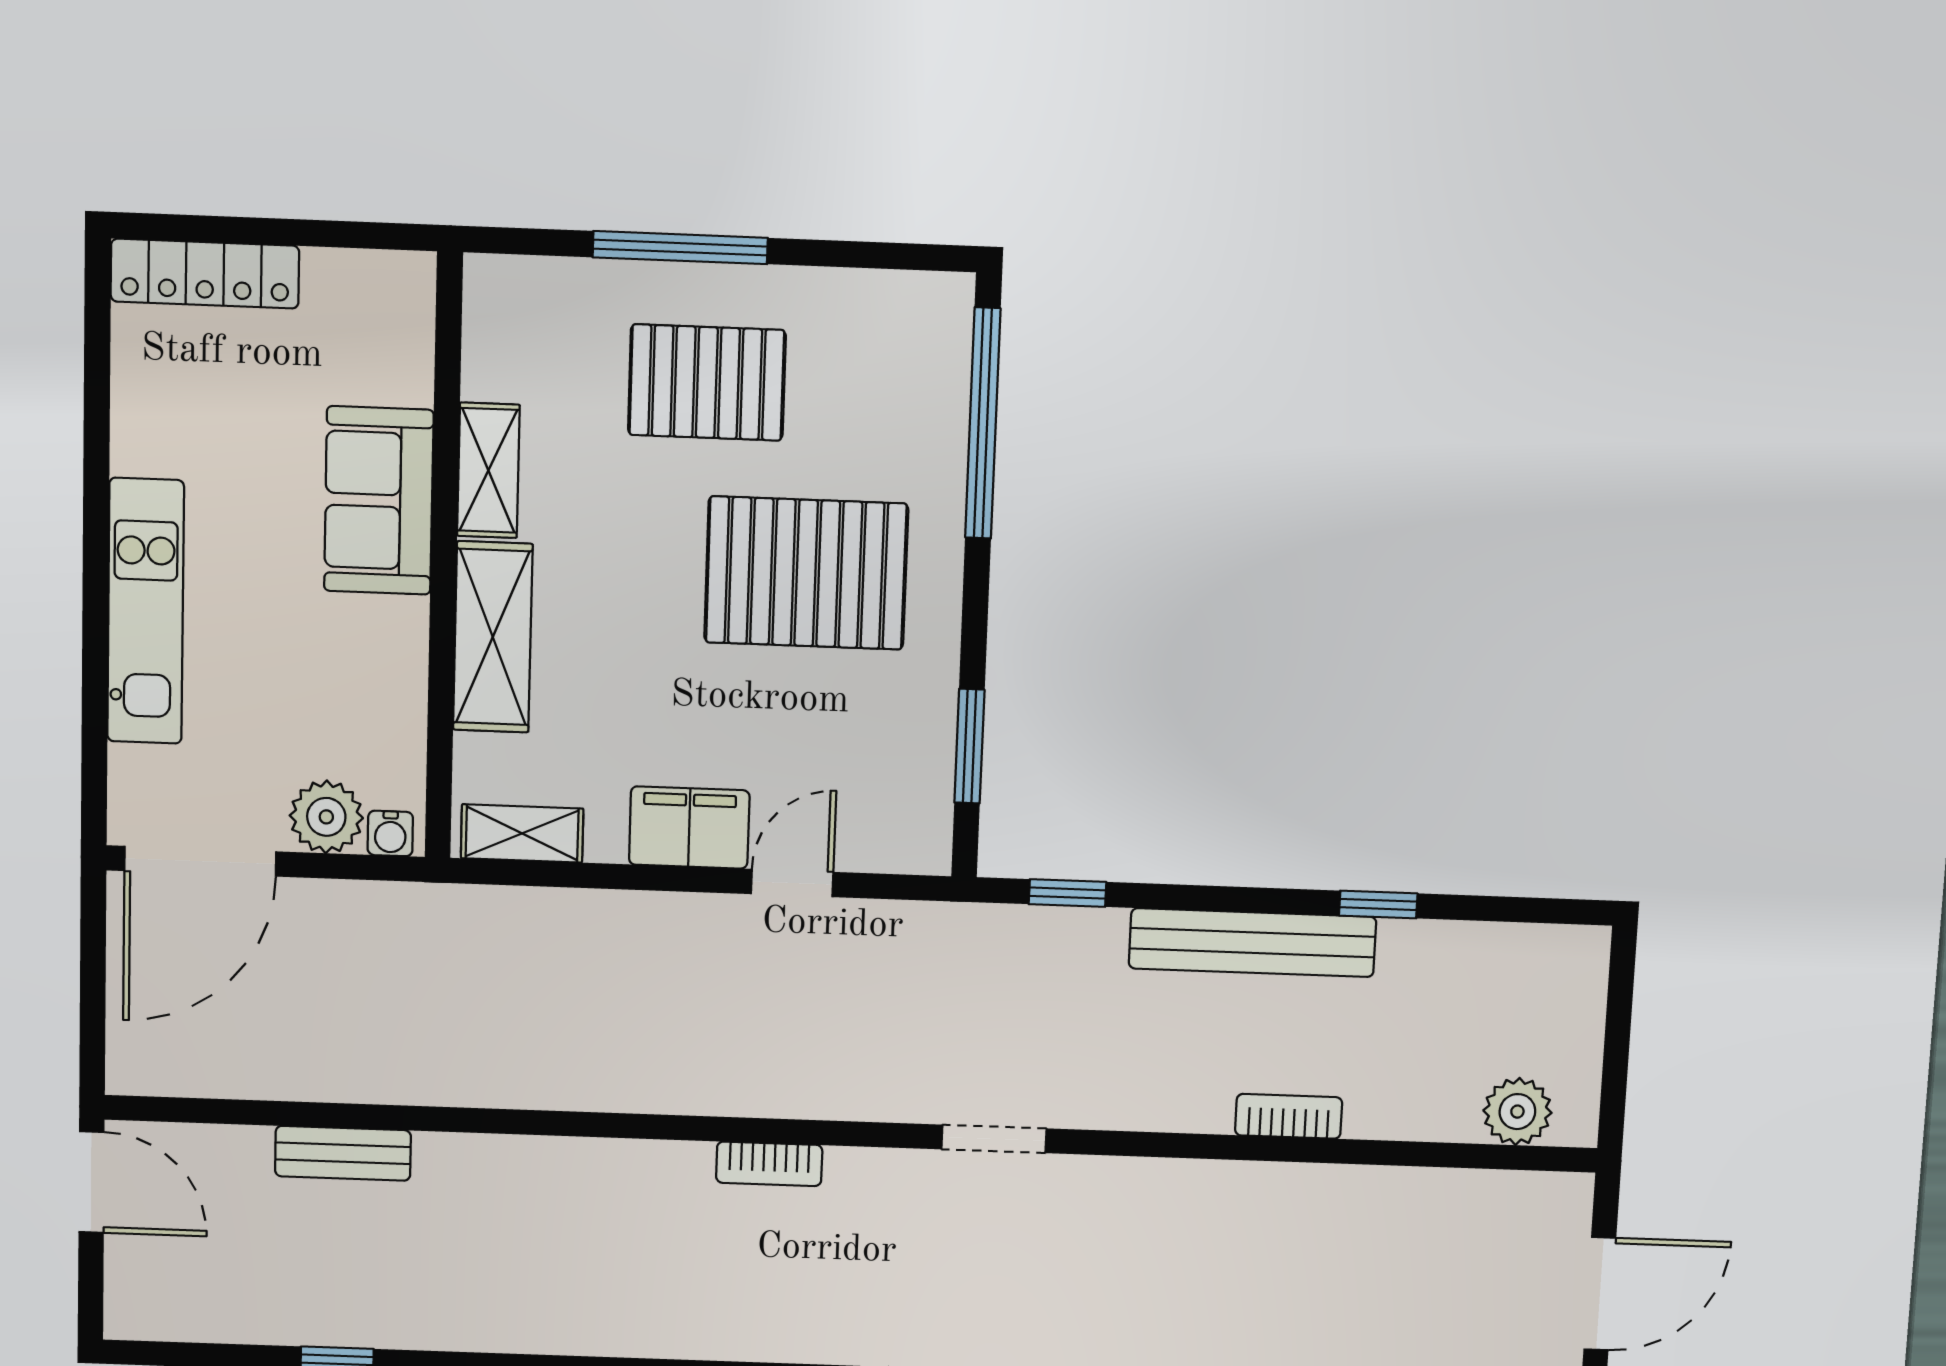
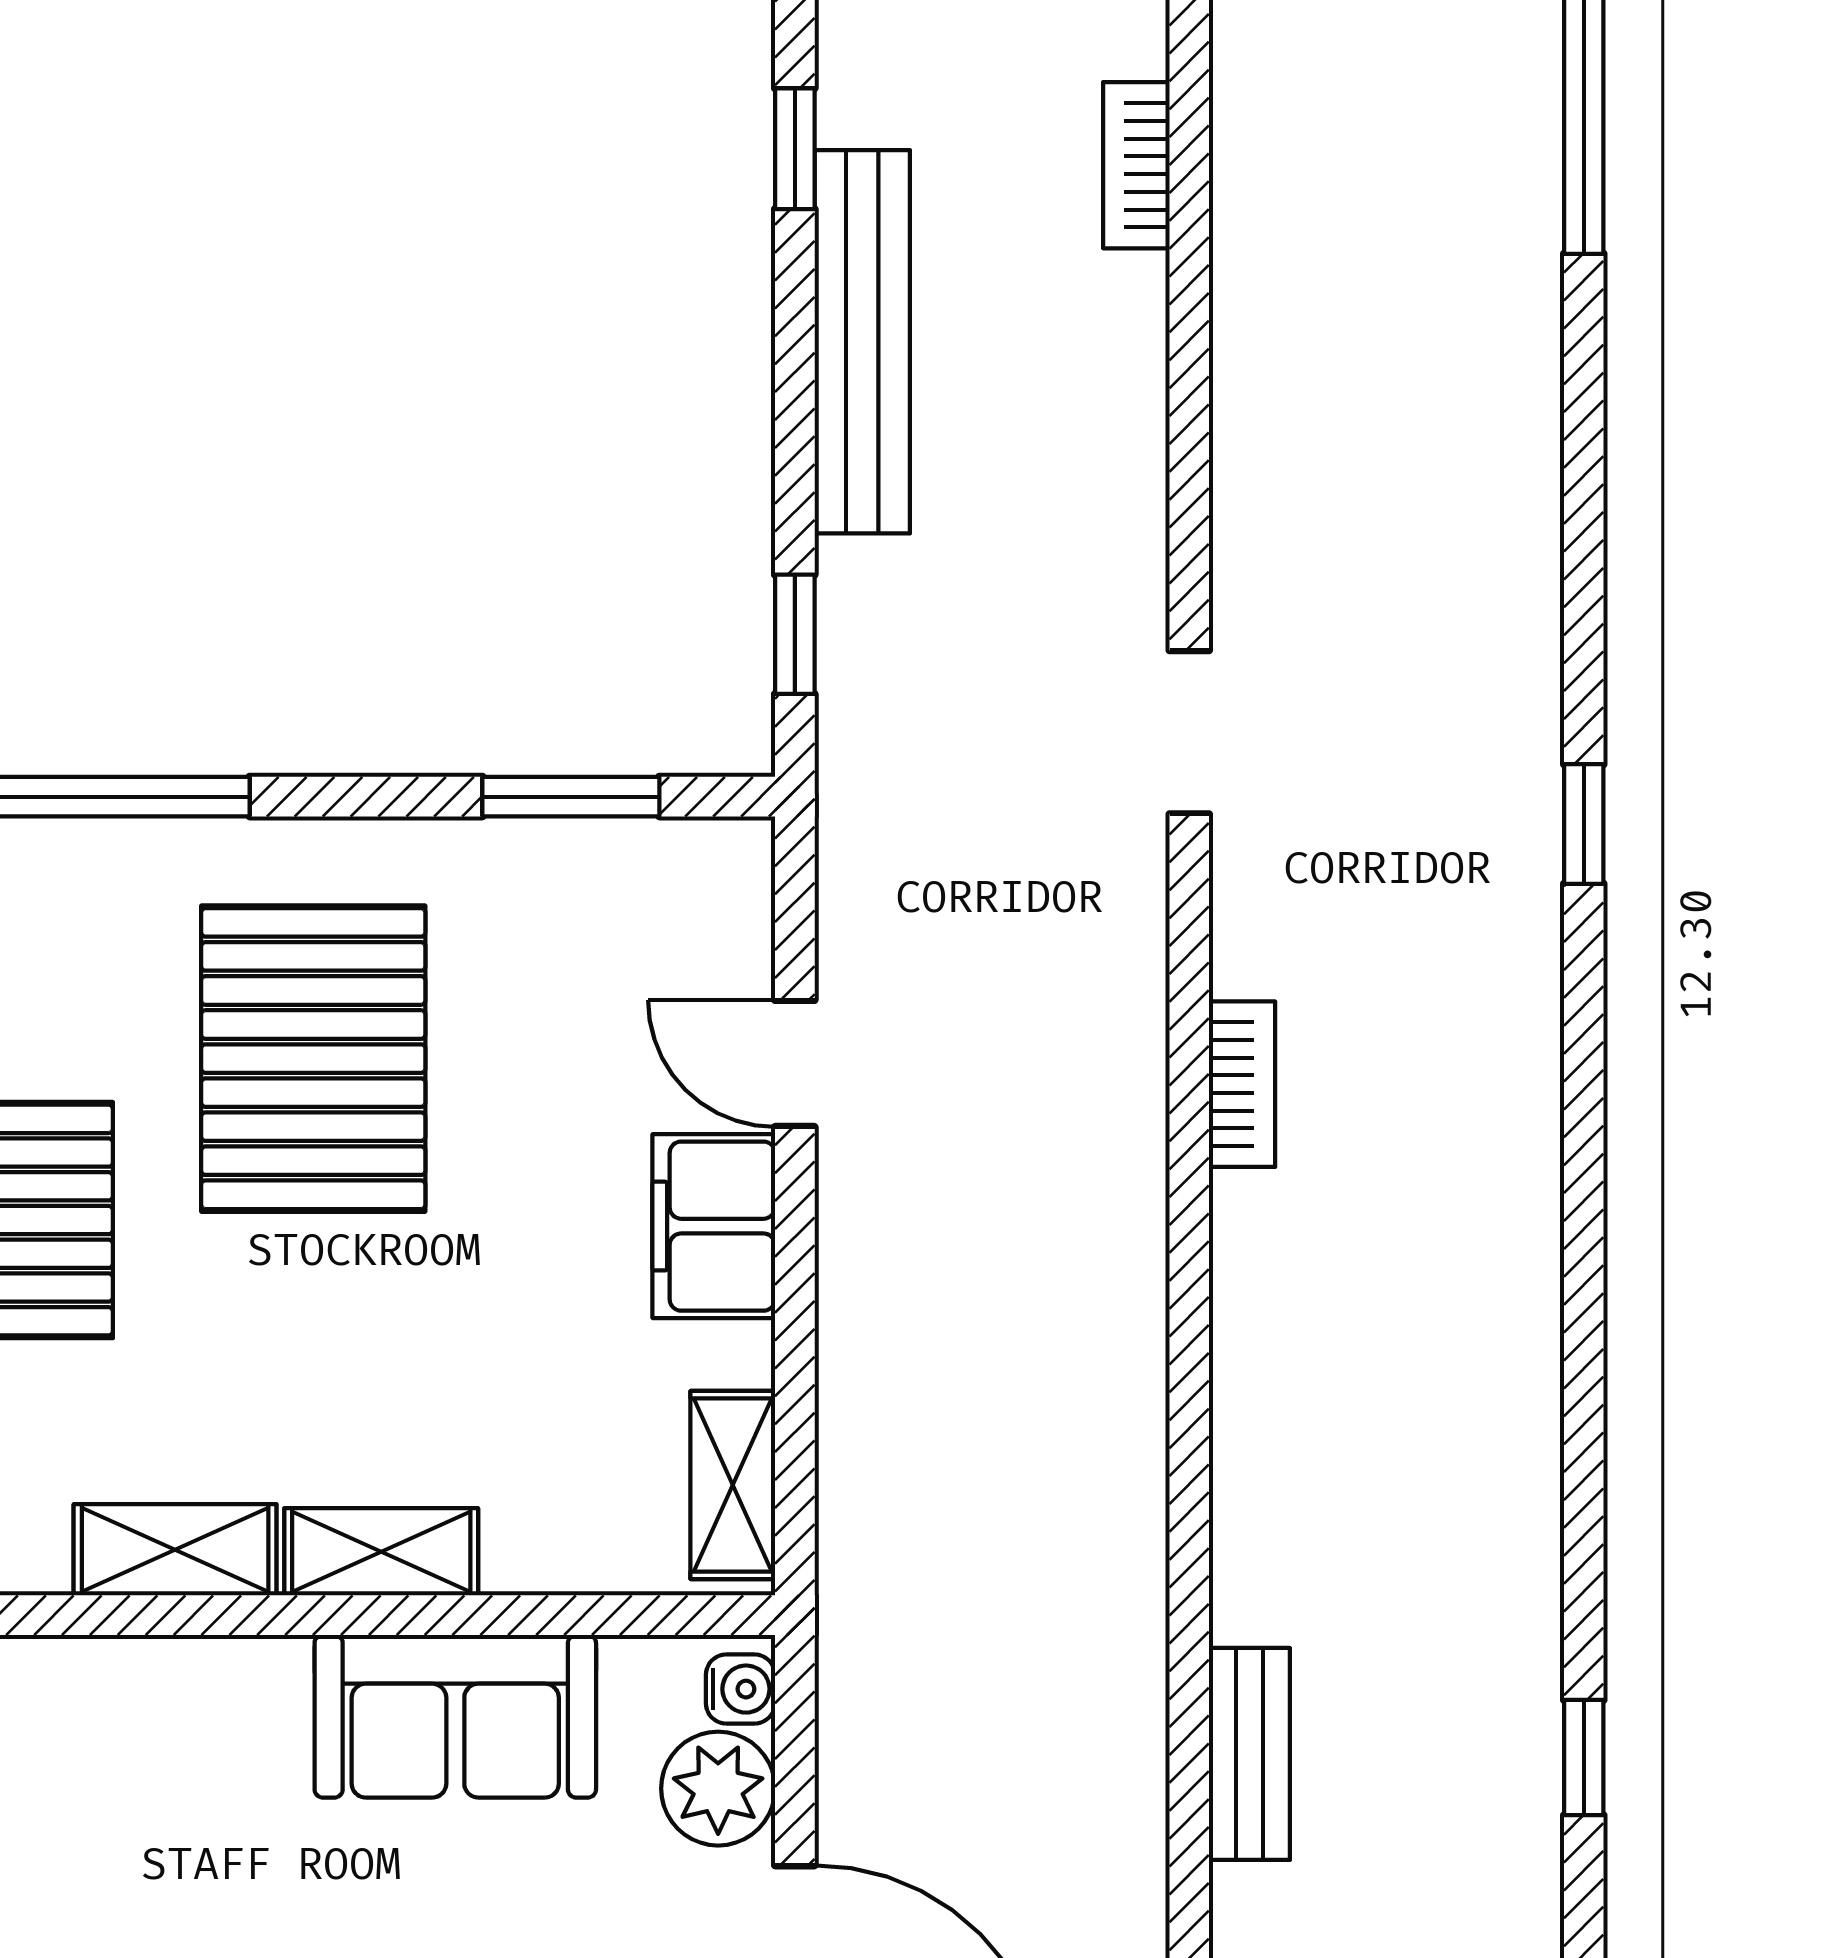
sofa: (379, 501) -> (455, 1716), moved
shelving: (493, 637) -> (381, 1552), width x0.67, depth x0.75
bookcase: (1289, 1116) -> (1136, 165), moved

